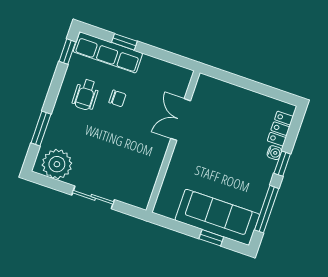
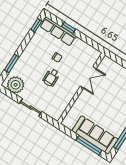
wheelchair: (86, 95) -> (51, 78), moved
double door: (181, 120) -> (88, 77), swing flipped
window: (211, 238) -> (89, 145), width x2.17

